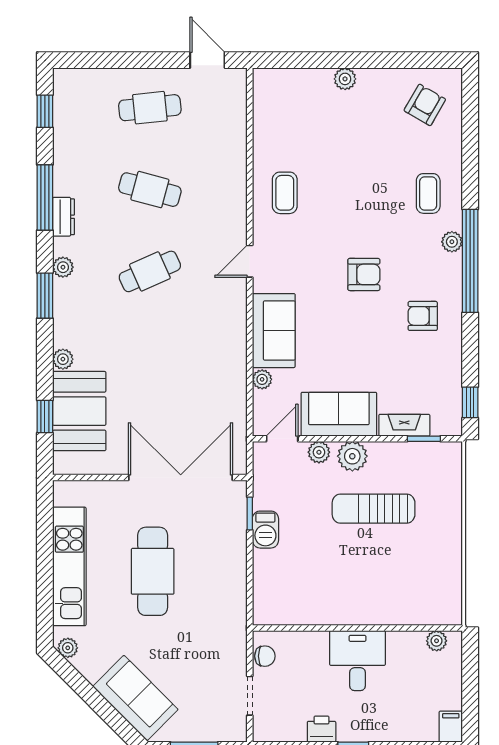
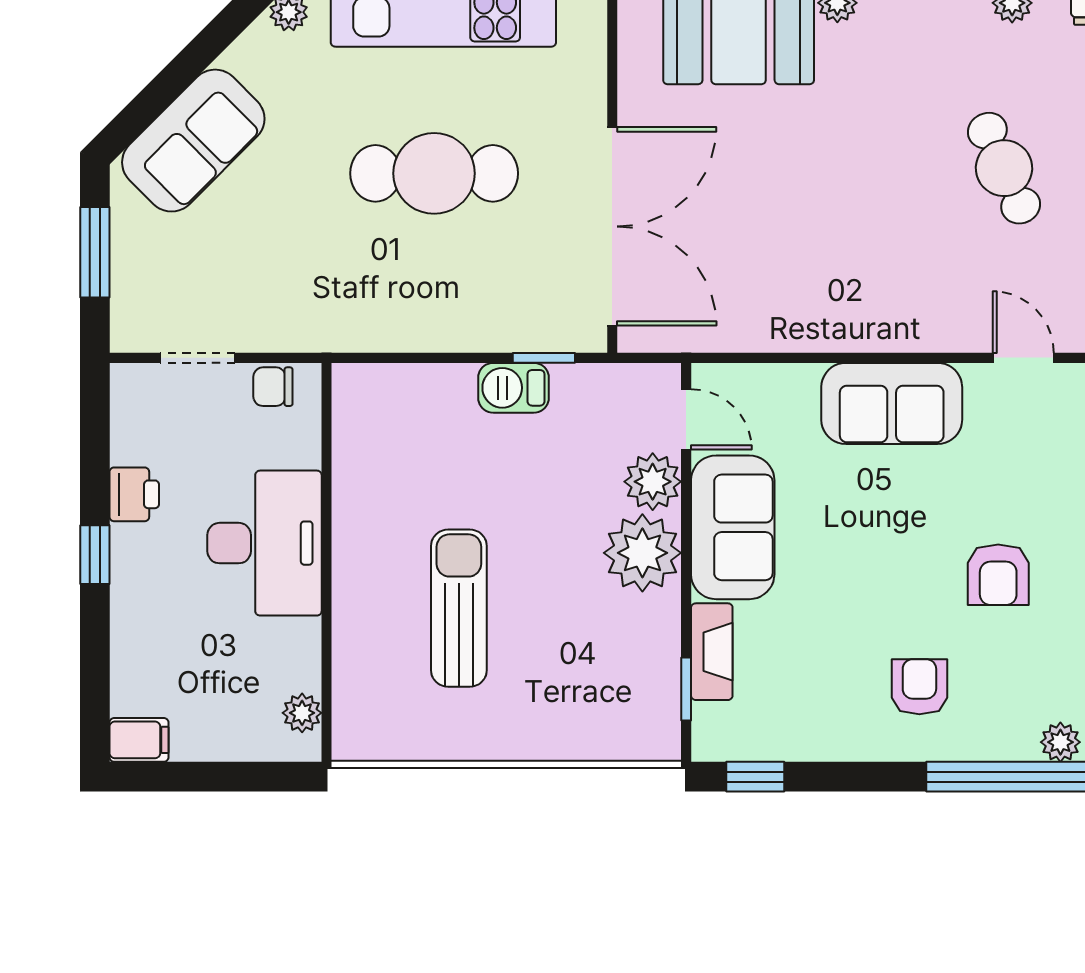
plant: (262, 379) -> (799, 381), removed
plant: (319, 452) -> (653, 482), width x1.38, depth x1.38
plant: (352, 456) -> (642, 553), width x1.36, depth x1.36
sun lounger: (374, 509) -> (459, 608), moved
chair: (265, 656) -> (273, 387), turned 90
desk: (358, 661) -> (264, 543), width x1.37

